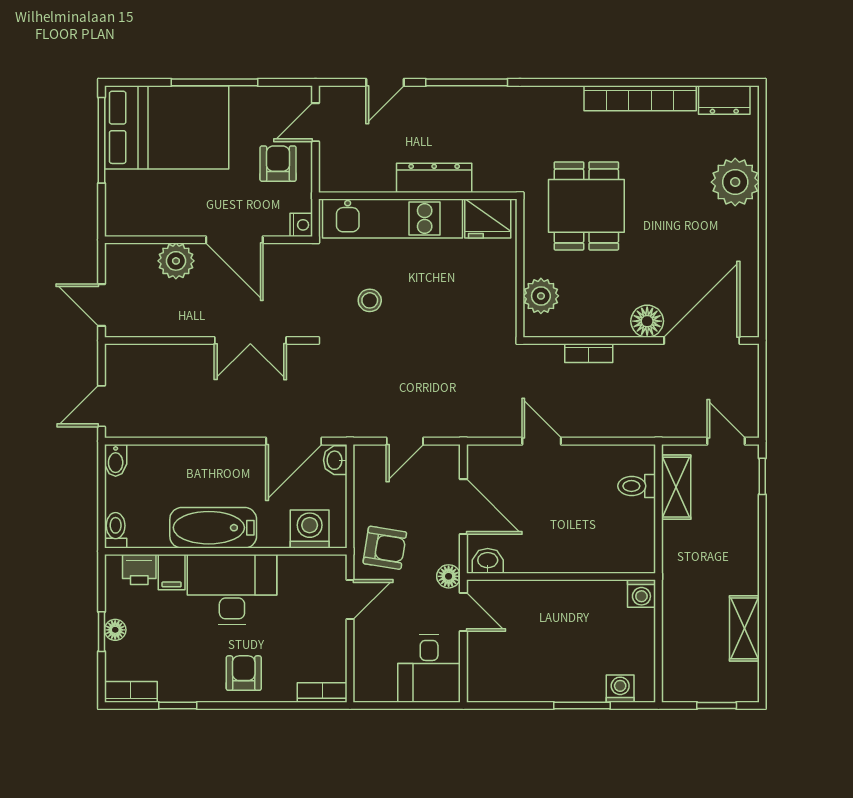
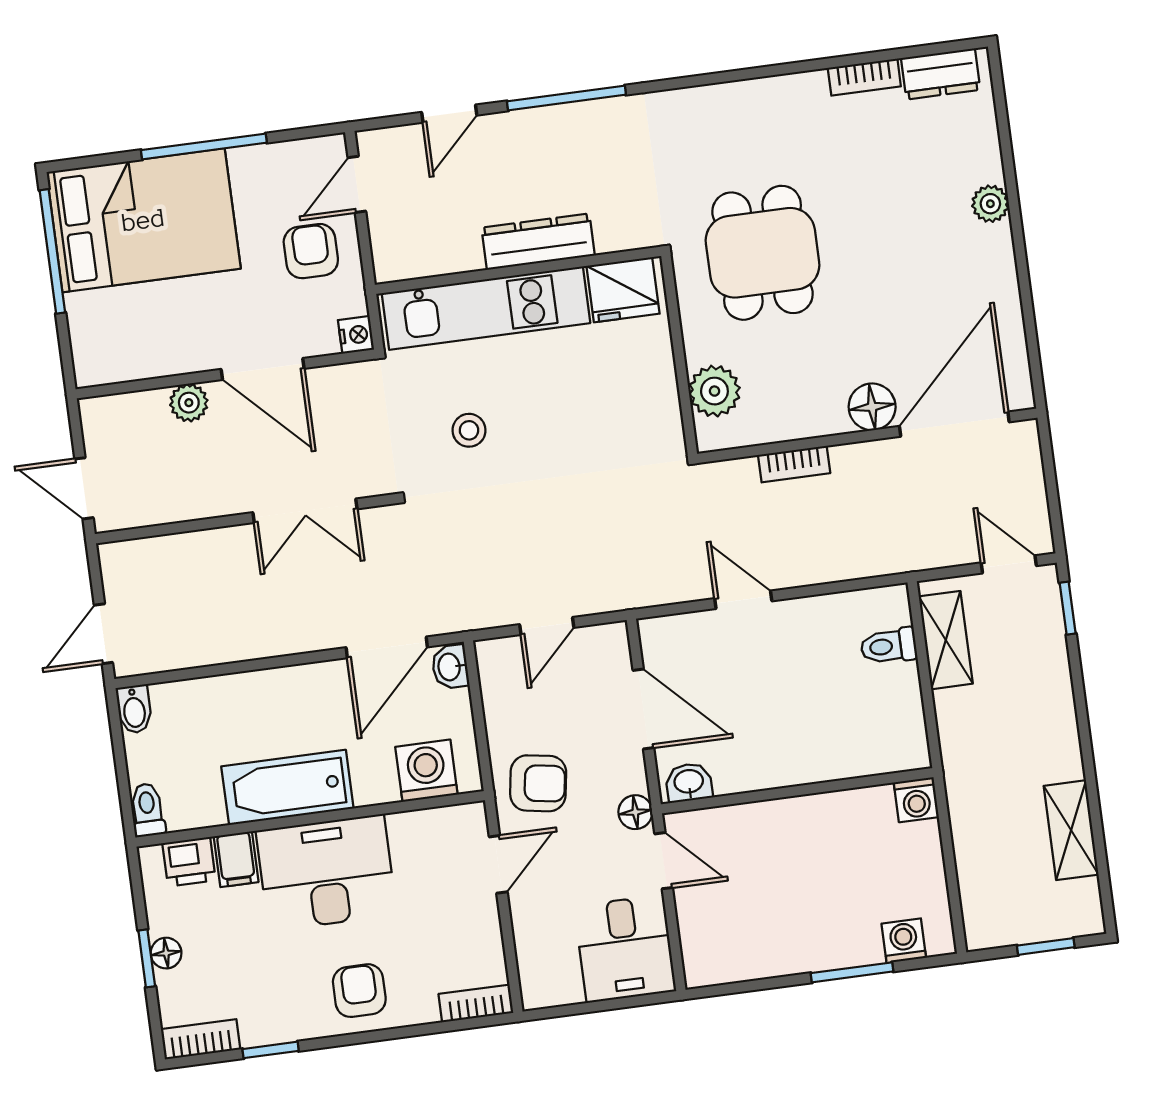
bookcase: (640, 98) -> (864, 77), width x0.43, depth x0.76
plant: (735, 182) -> (990, 204), width x0.53, depth x0.53
plant: (176, 261) -> (189, 403), width x0.73, depth x0.73

